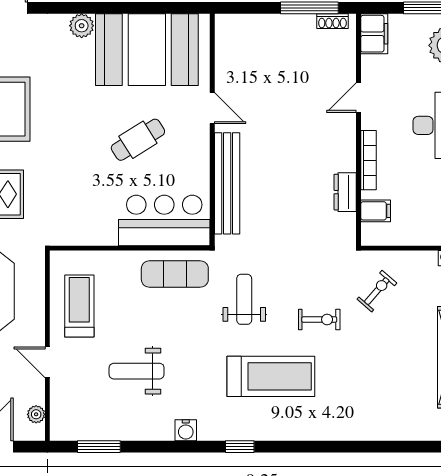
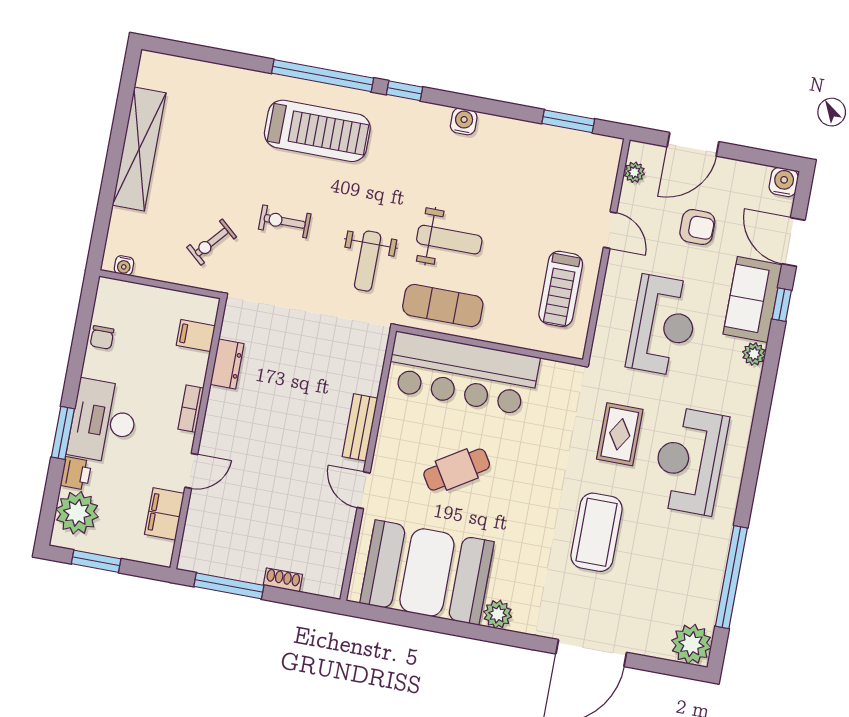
shoe rack: (332, 21) -> (283, 580), moved
filing cabinet: (374, 34) -> (164, 514), moved
bookcase: (368, 160) -> (191, 409), width x0.64
bench: (227, 183) -> (360, 427), width x0.54, depth x0.82
bar counter: (164, 220) -> (463, 374), width x1.36
weight bench: (137, 371) -> (449, 240), moved
treadmill: (271, 376) -> (317, 131), moved, turned 180
window: (310, 447) -> (323, 76), added

